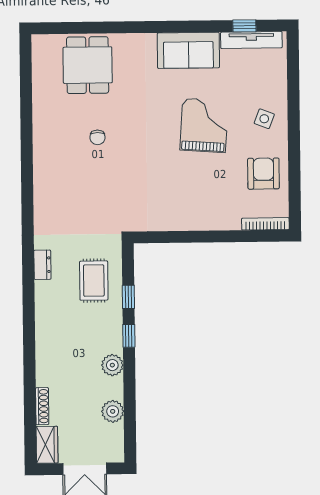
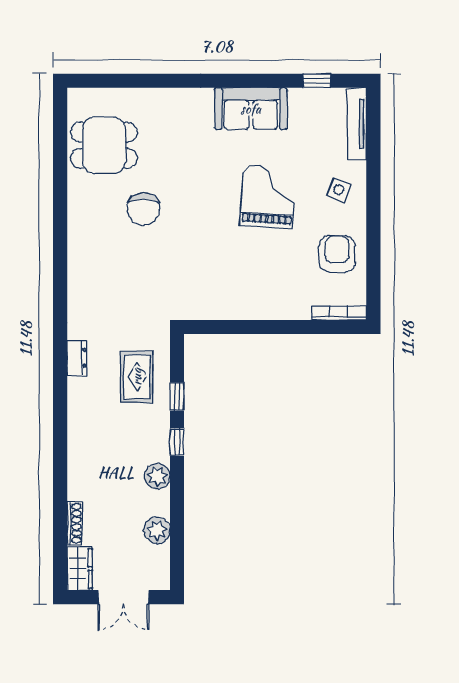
tv unit: (251, 40) -> (357, 124), moved, turned 90
dining table: (88, 65) -> (104, 145), moved, turned 90
chair: (97, 137) -> (143, 209), width x1.87, depth x1.87

